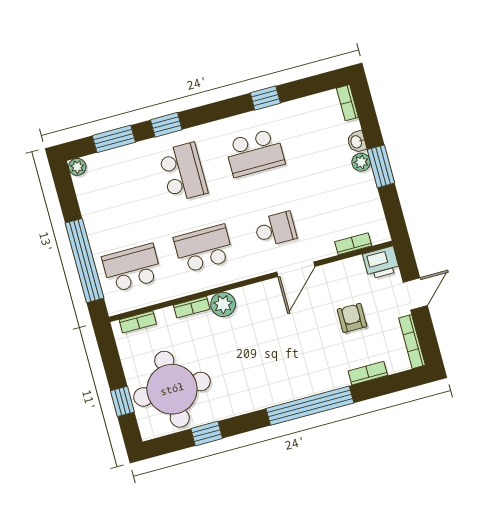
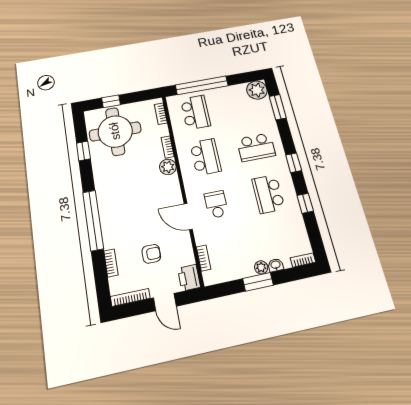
window: (166, 125) -> (294, 163), moved
plant: (77, 167) -> (257, 90), width x1.88, depth x1.88
school desk: (275, 229) -> (216, 204), turned 180

